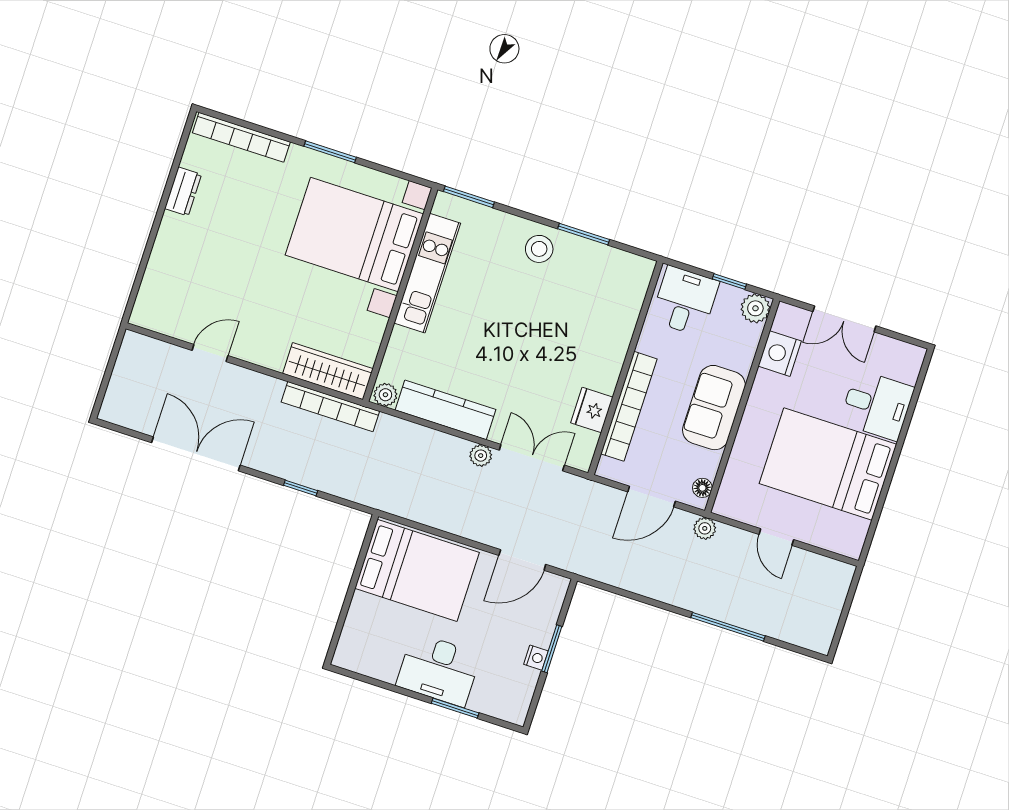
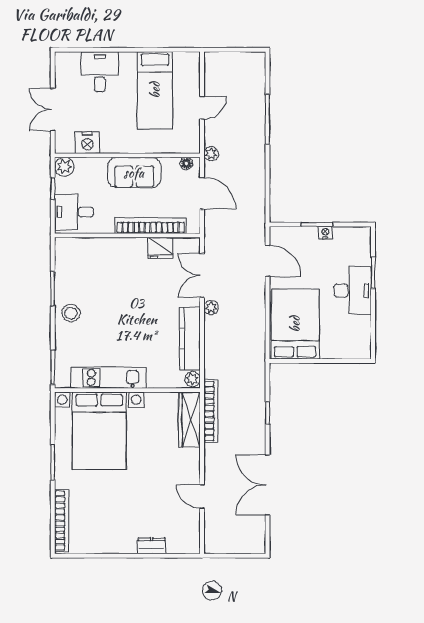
dresser: (183, 191) -> (152, 546), moved
double door: (844, 319) -> (53, 109), swing flipped
bed: (828, 464) -> (155, 90), width x0.67

